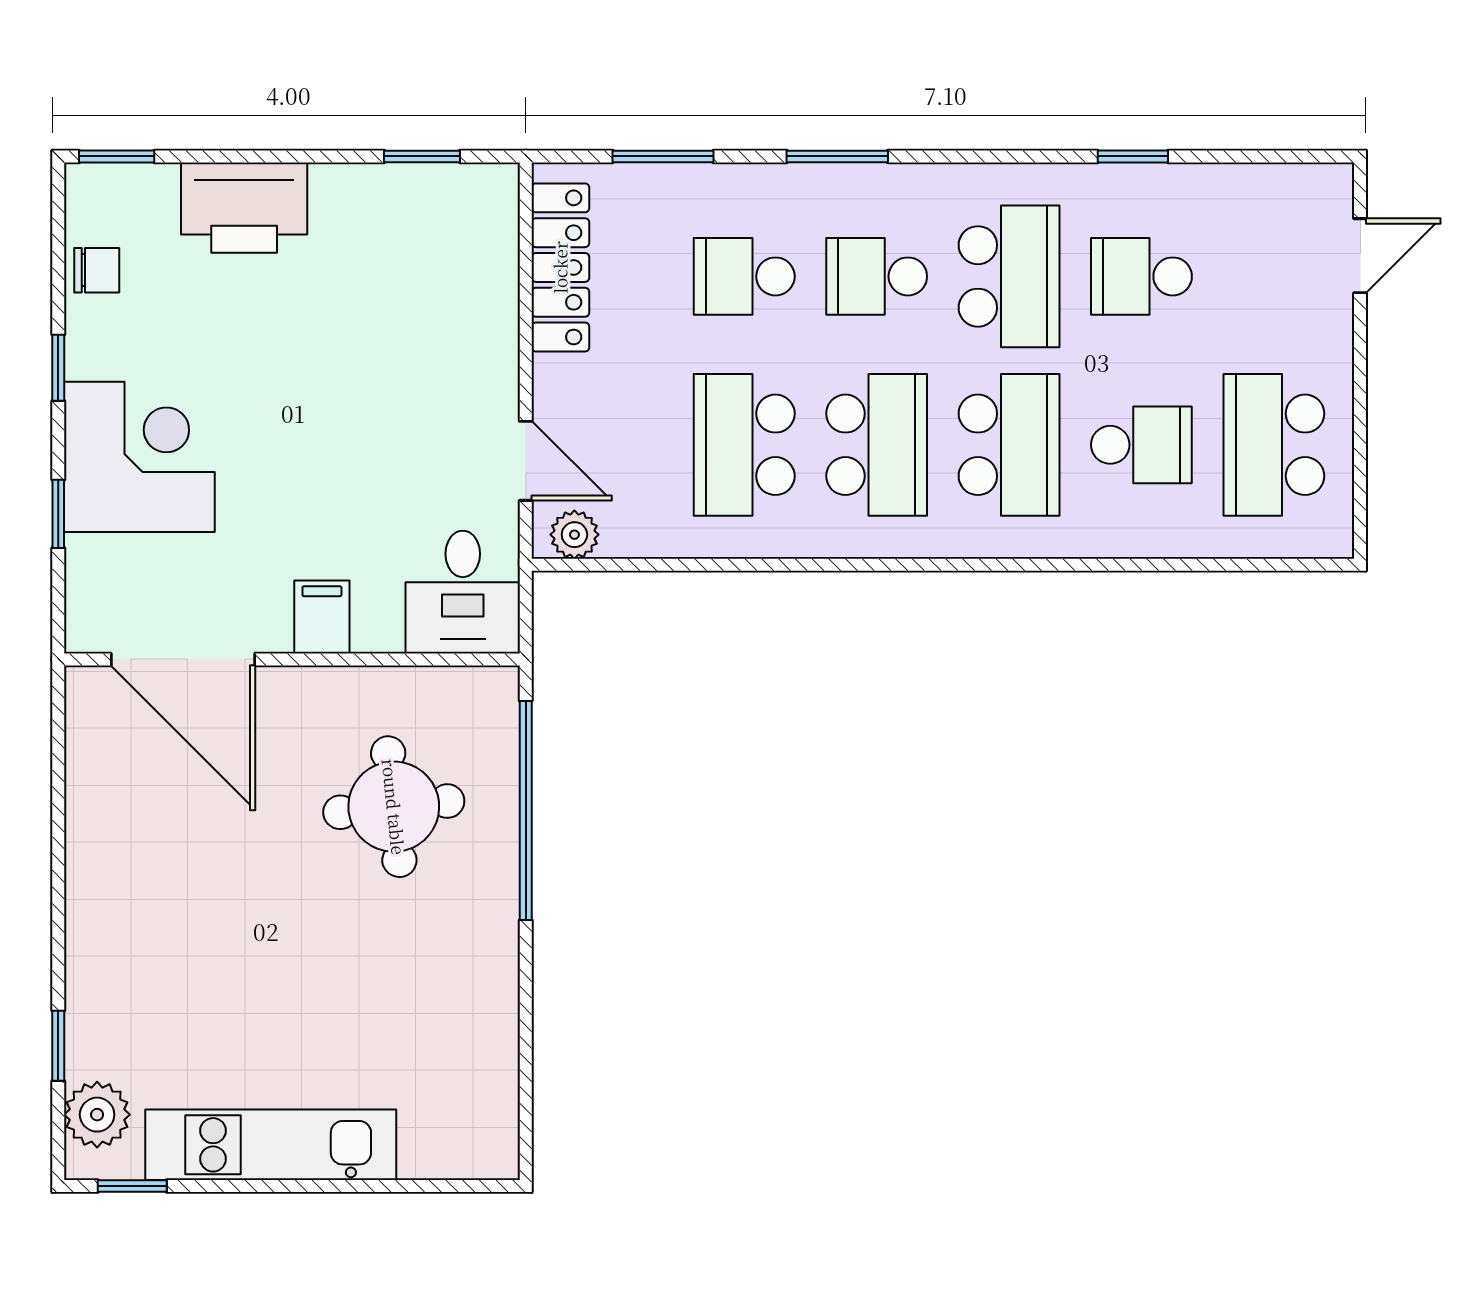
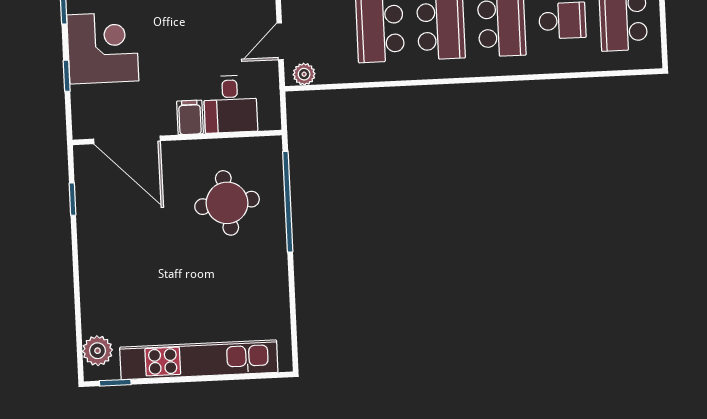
door: (526, 461) -> (280, 41), swing flipped
desk: (463, 592) -> (230, 104), moved
window: (58, 1046) -> (73, 199), moved
kitchen unit: (271, 1145) -> (199, 360), width x1.36

